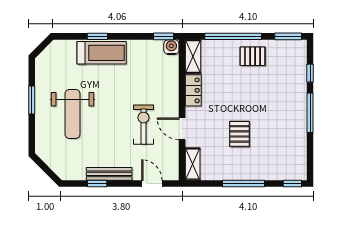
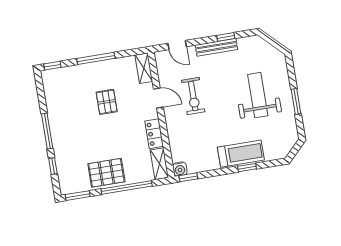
treadmill: (102, 53) -> (241, 154), turned 180
pallet: (253, 56) -> (106, 173), width x1.50, depth x1.42

